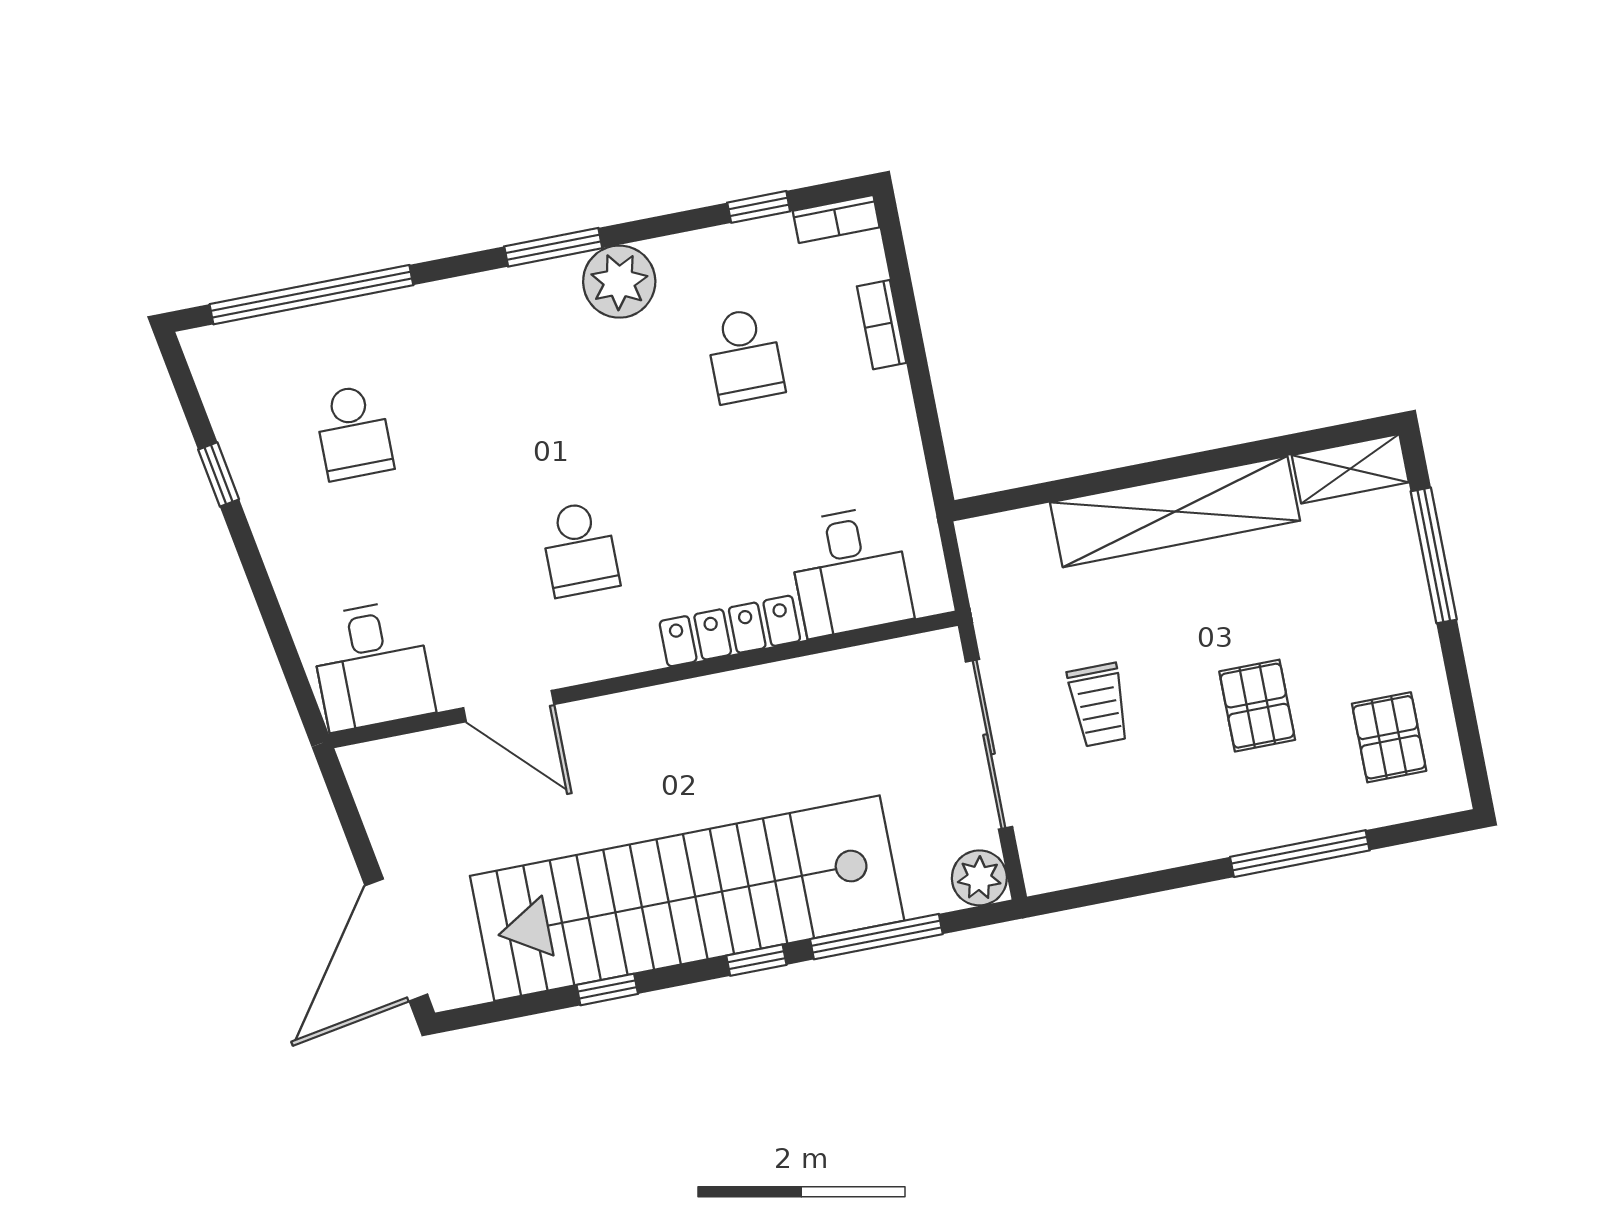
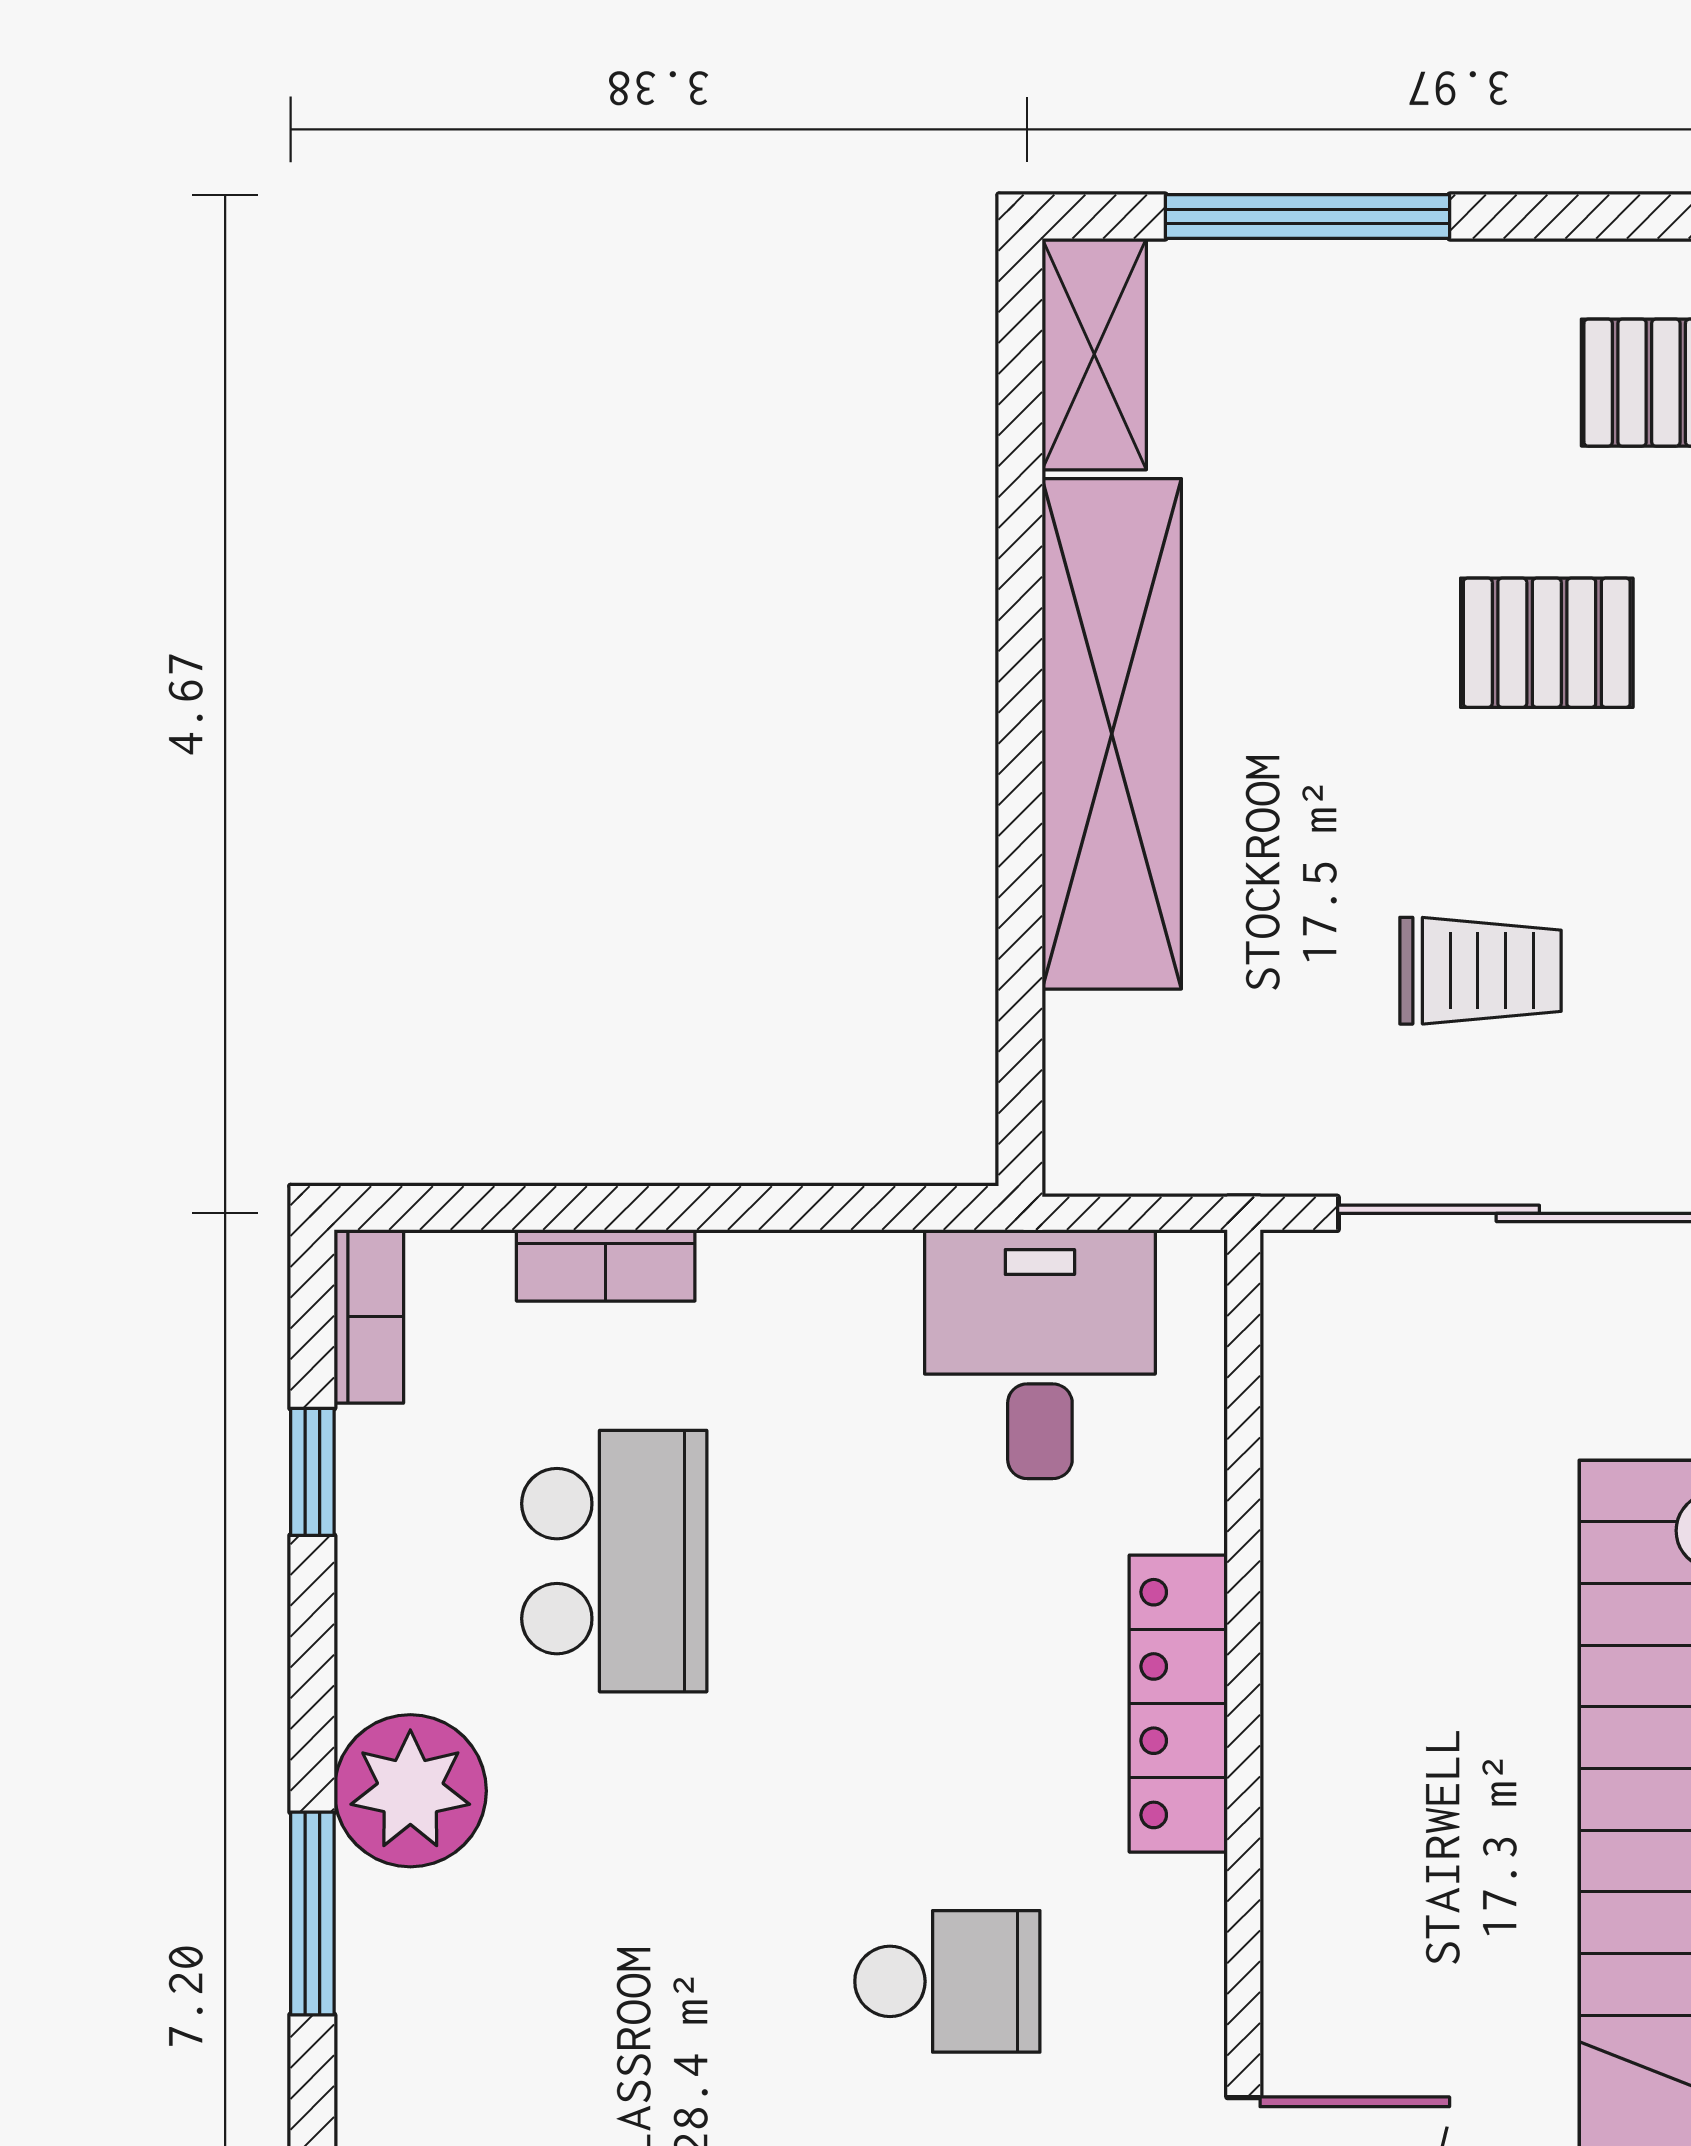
school desk: (745, 356) -> (614, 1561), width x1.85
desk: (850, 571) -> (1040, 1354), moved, turned -90

